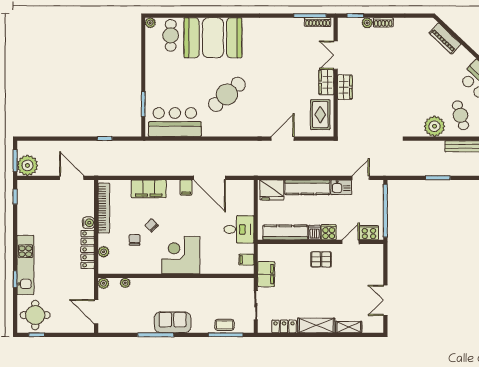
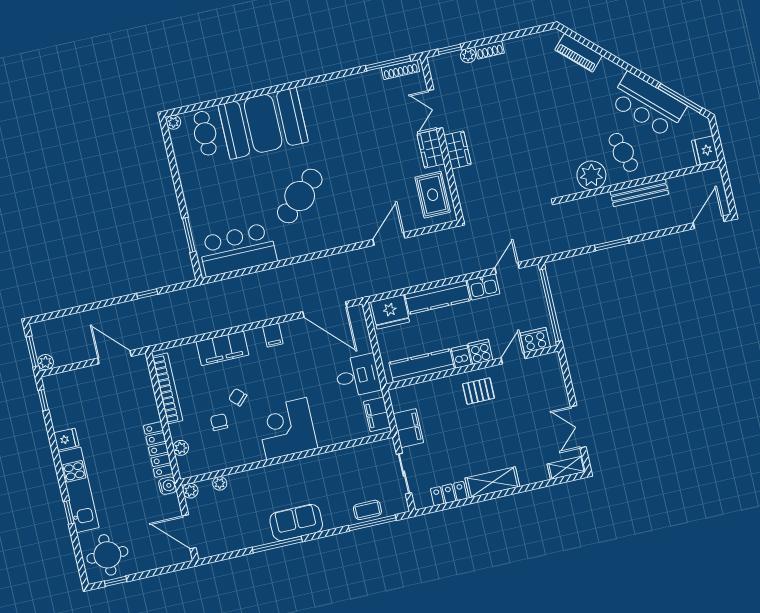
plant: (27, 165) -> (46, 362), width x0.53, depth x0.53
door: (209, 178) -> (325, 309), moved
water cooler: (88, 223) -> (168, 486), moved
fridge: (25, 228) -> (66, 439), added
filing cabinet: (246, 260) -> (377, 414), width x2.00
shelving: (349, 327) -> (566, 468), moved

